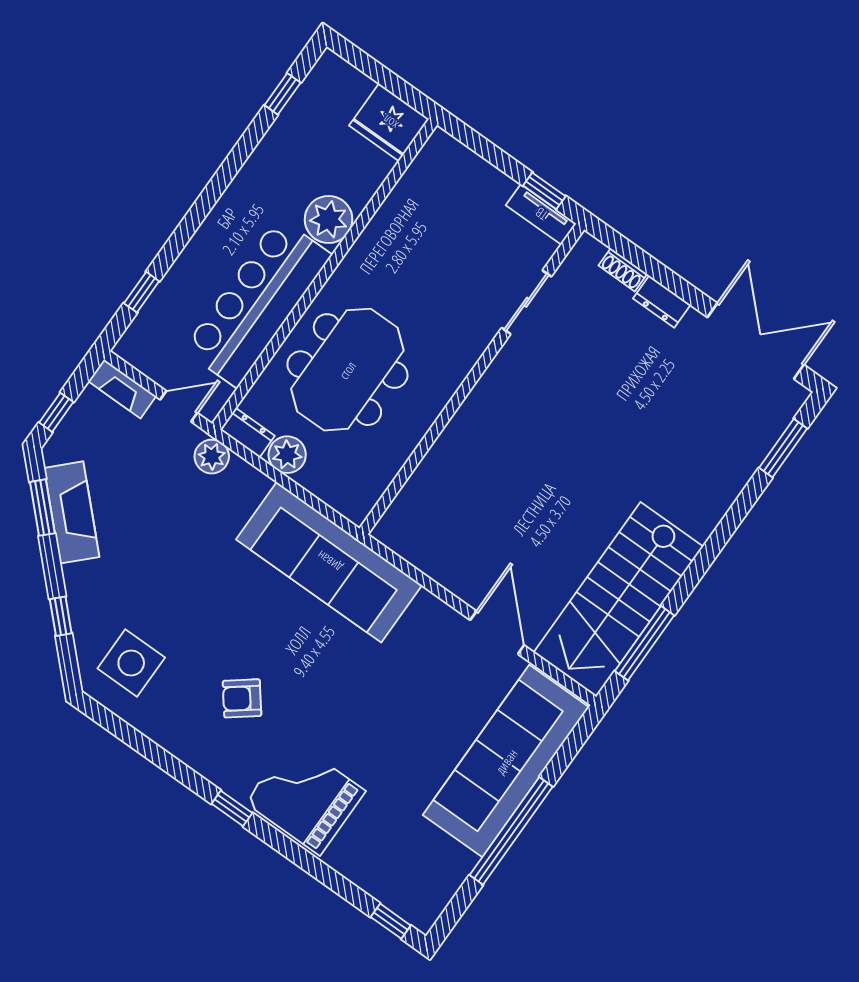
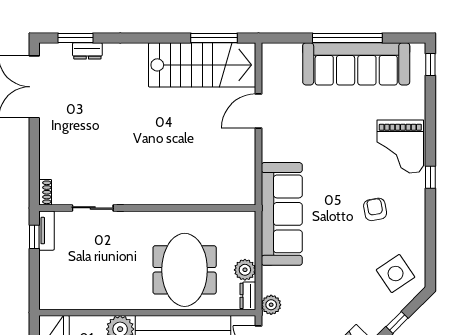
shoe rack: (623, 270) -> (45, 192), moved
dresser: (662, 302) -> (87, 51), moved, turned 90
meeting table: (347, 370) -> (185, 270), turned 90
side table: (131, 663) -> (396, 274), turned -34
armchair: (242, 698) -> (375, 209), turned -152
sofa: (506, 761) -> (356, 64), moved

